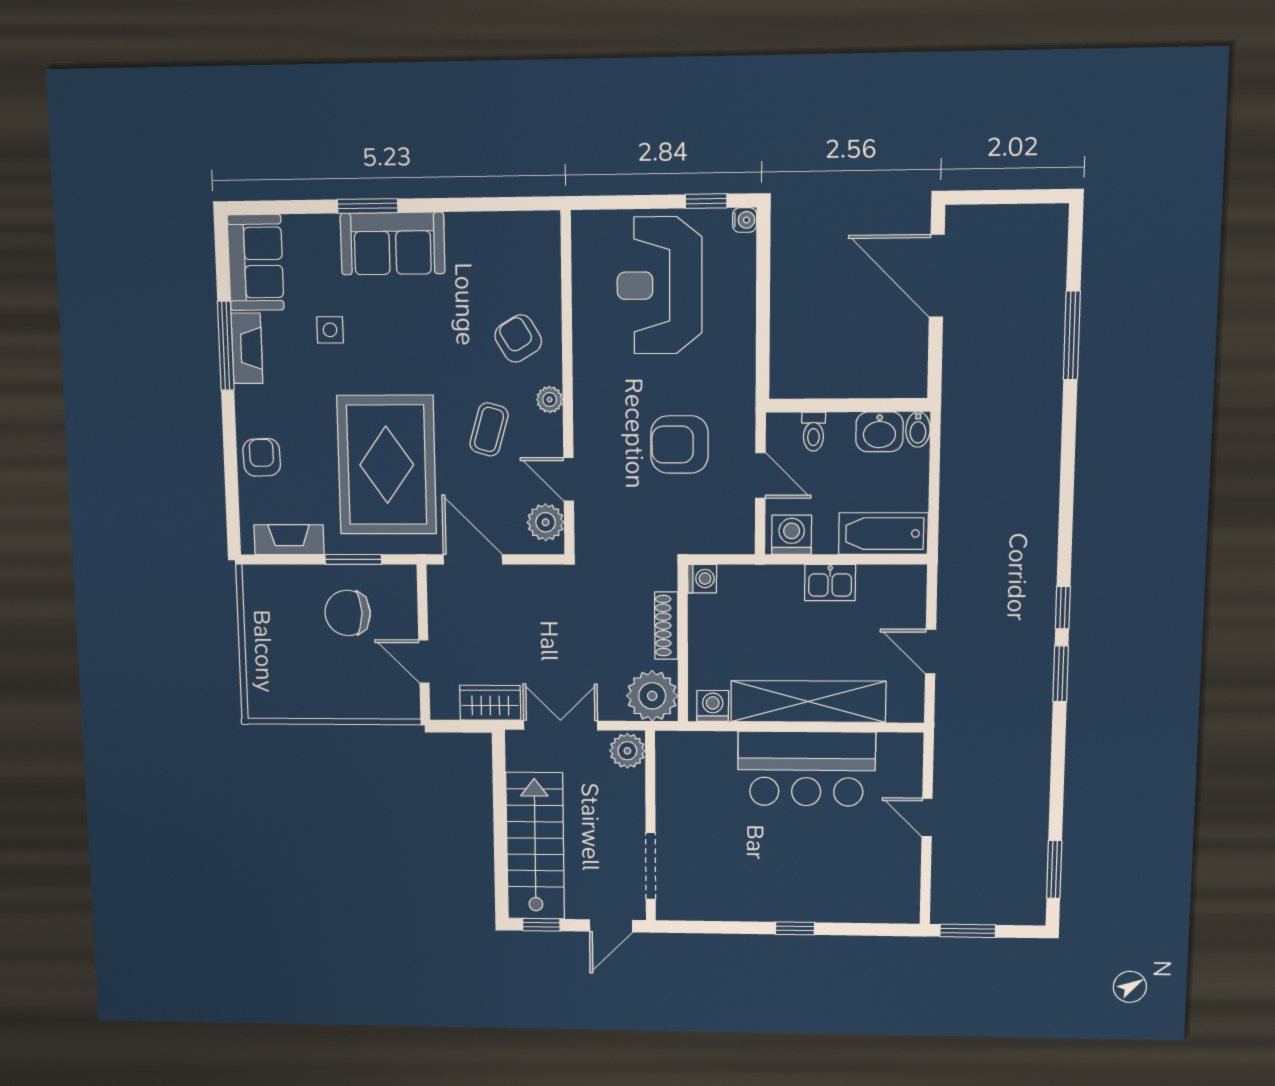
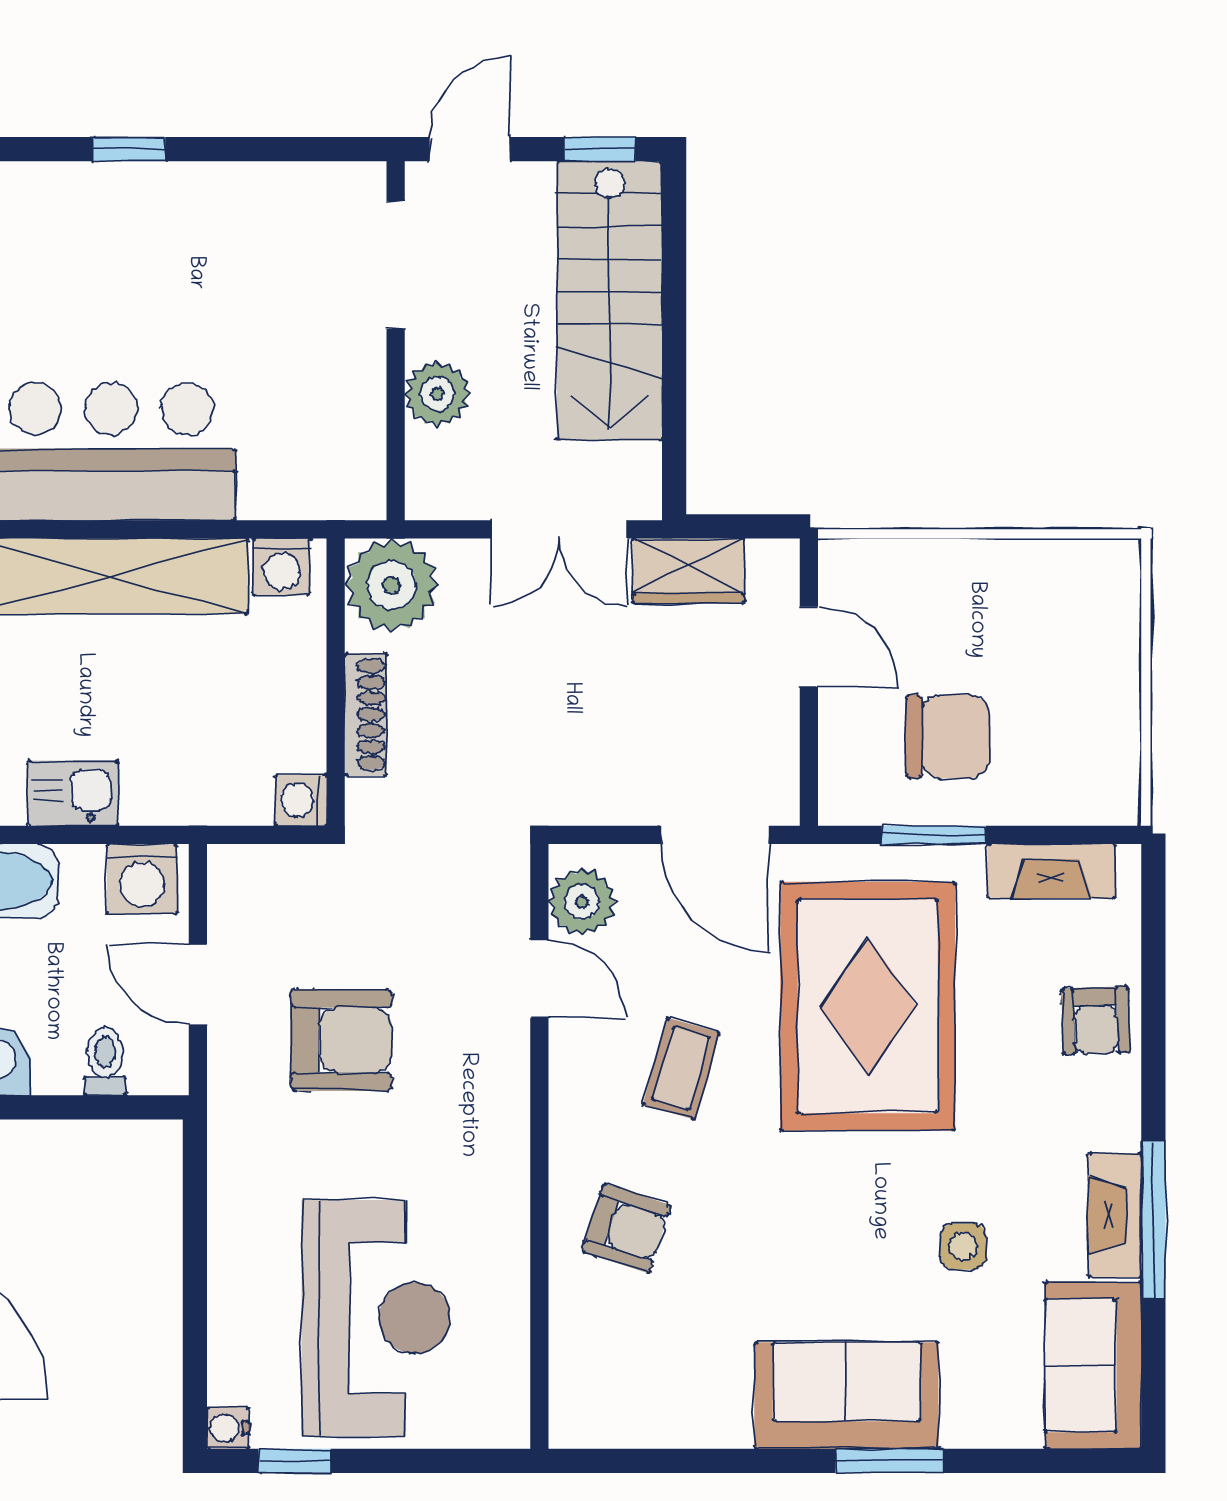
armchair: (518, 338) -> (626, 1228), turned -41
plant: (550, 400) -> (572, 1121), removed
plant: (627, 751) -> (437, 394), moved

